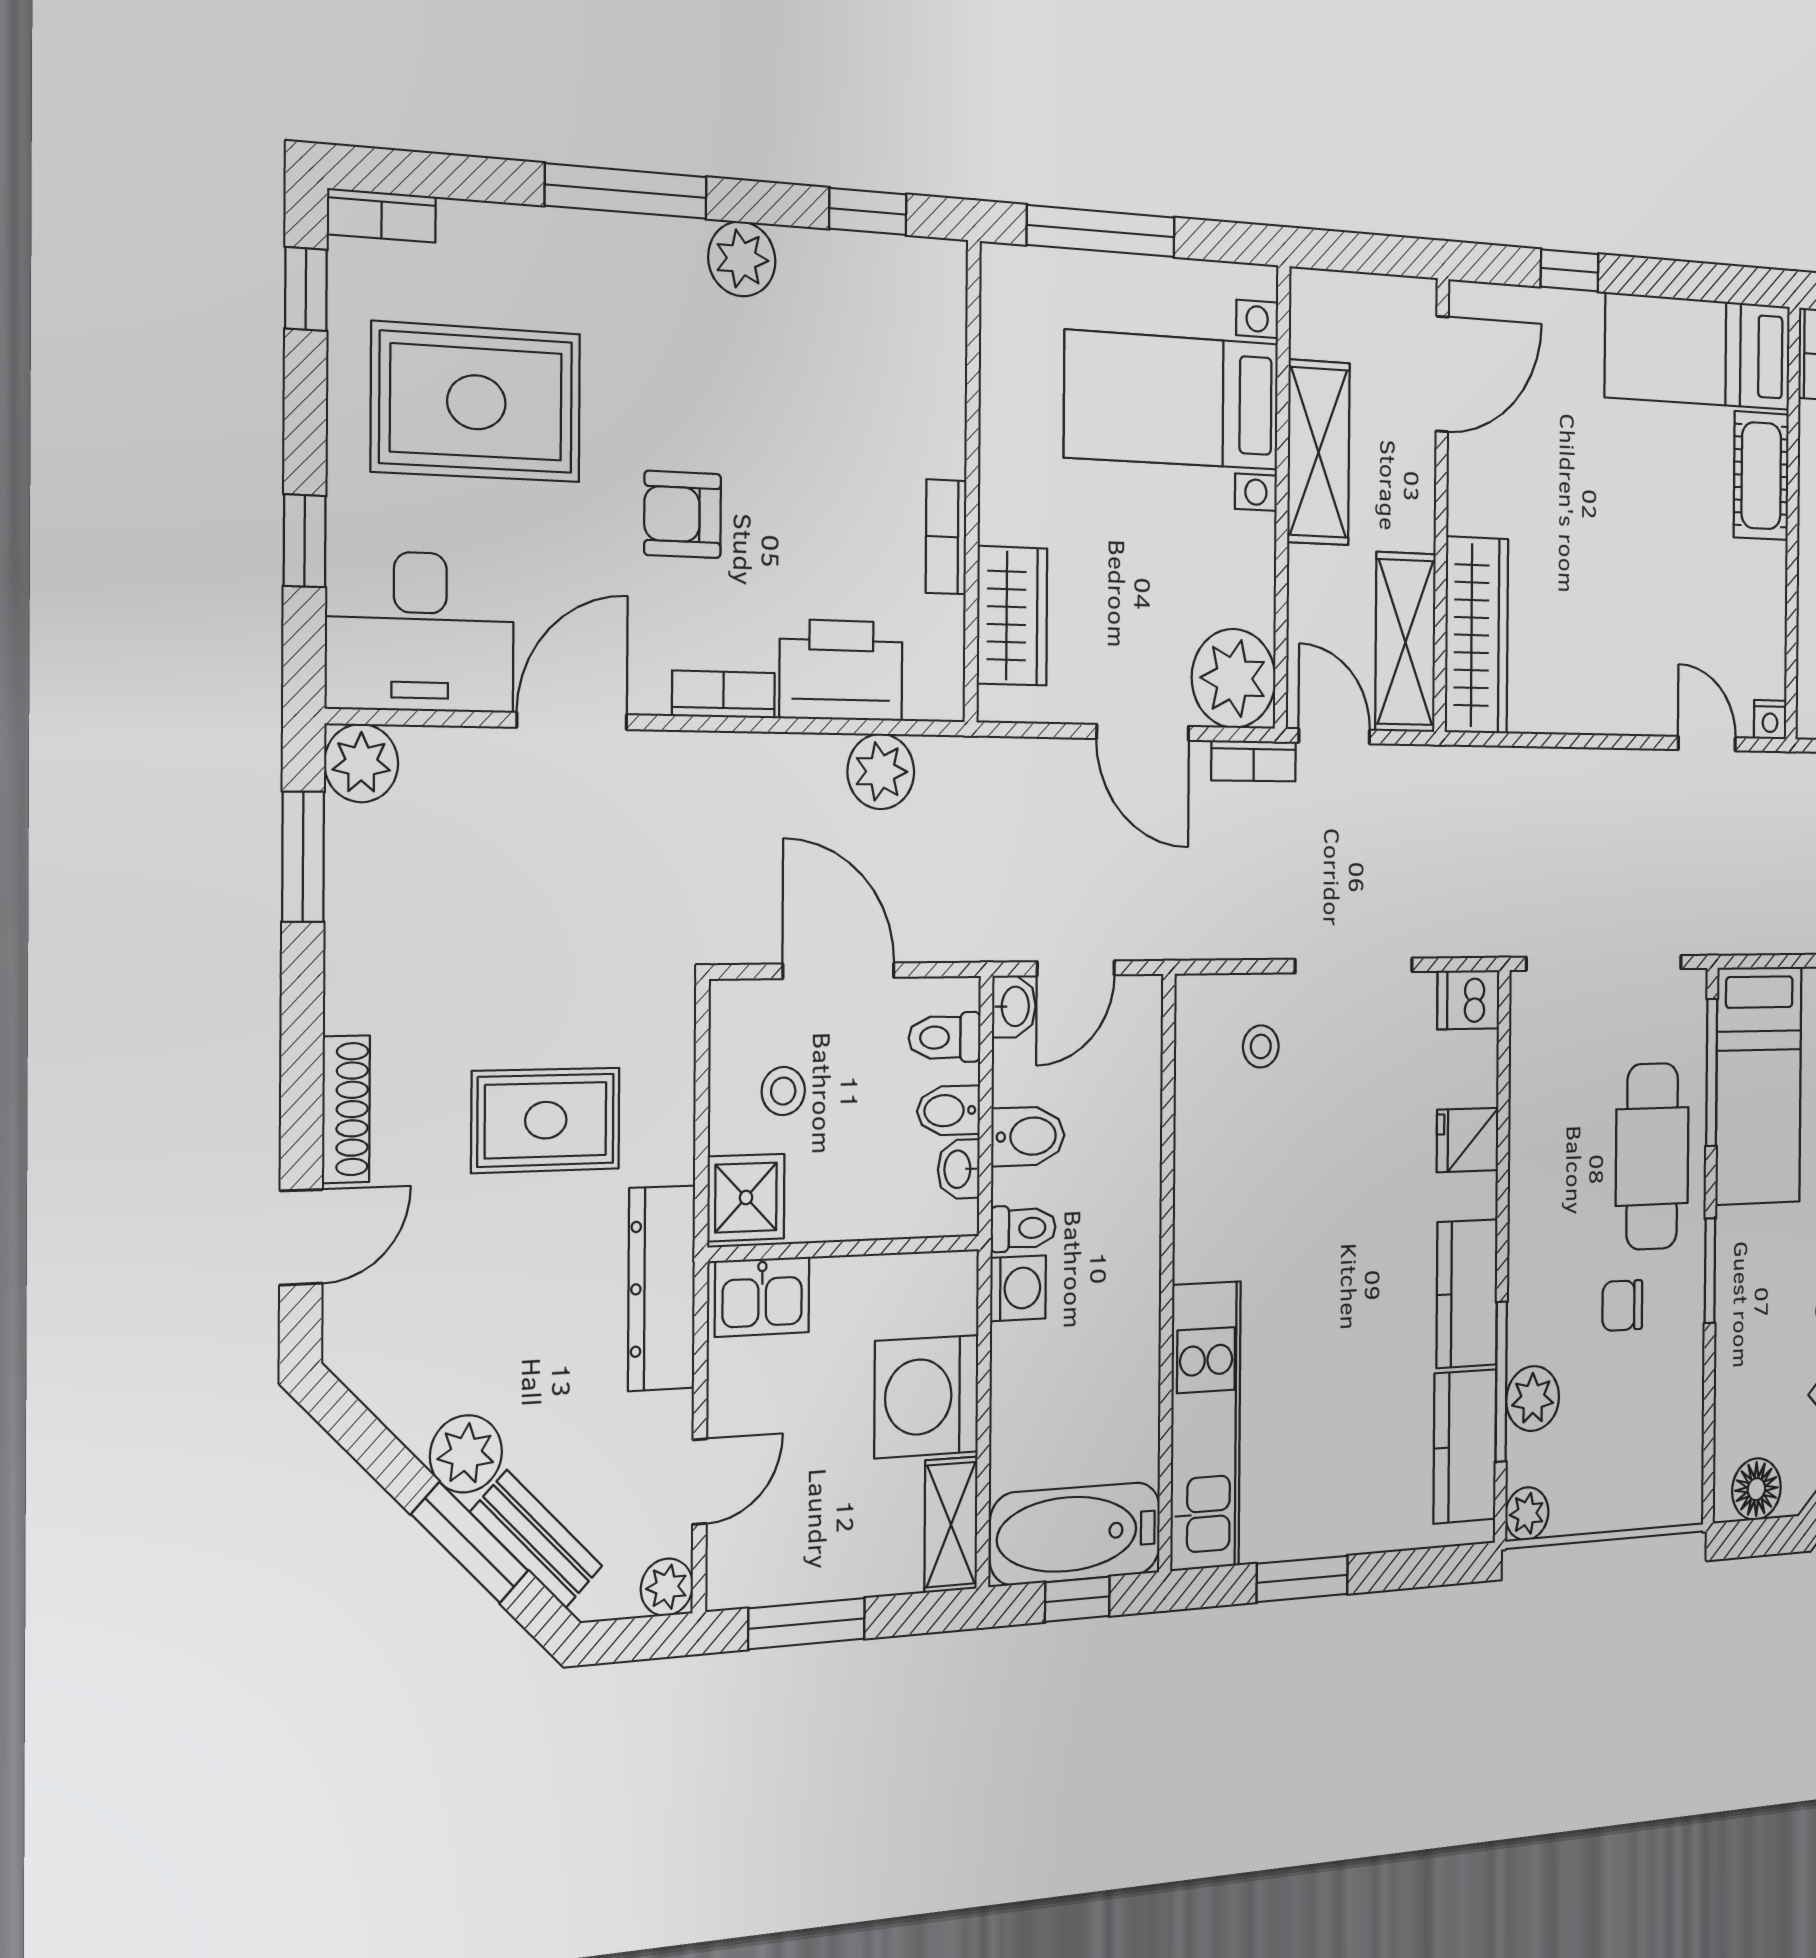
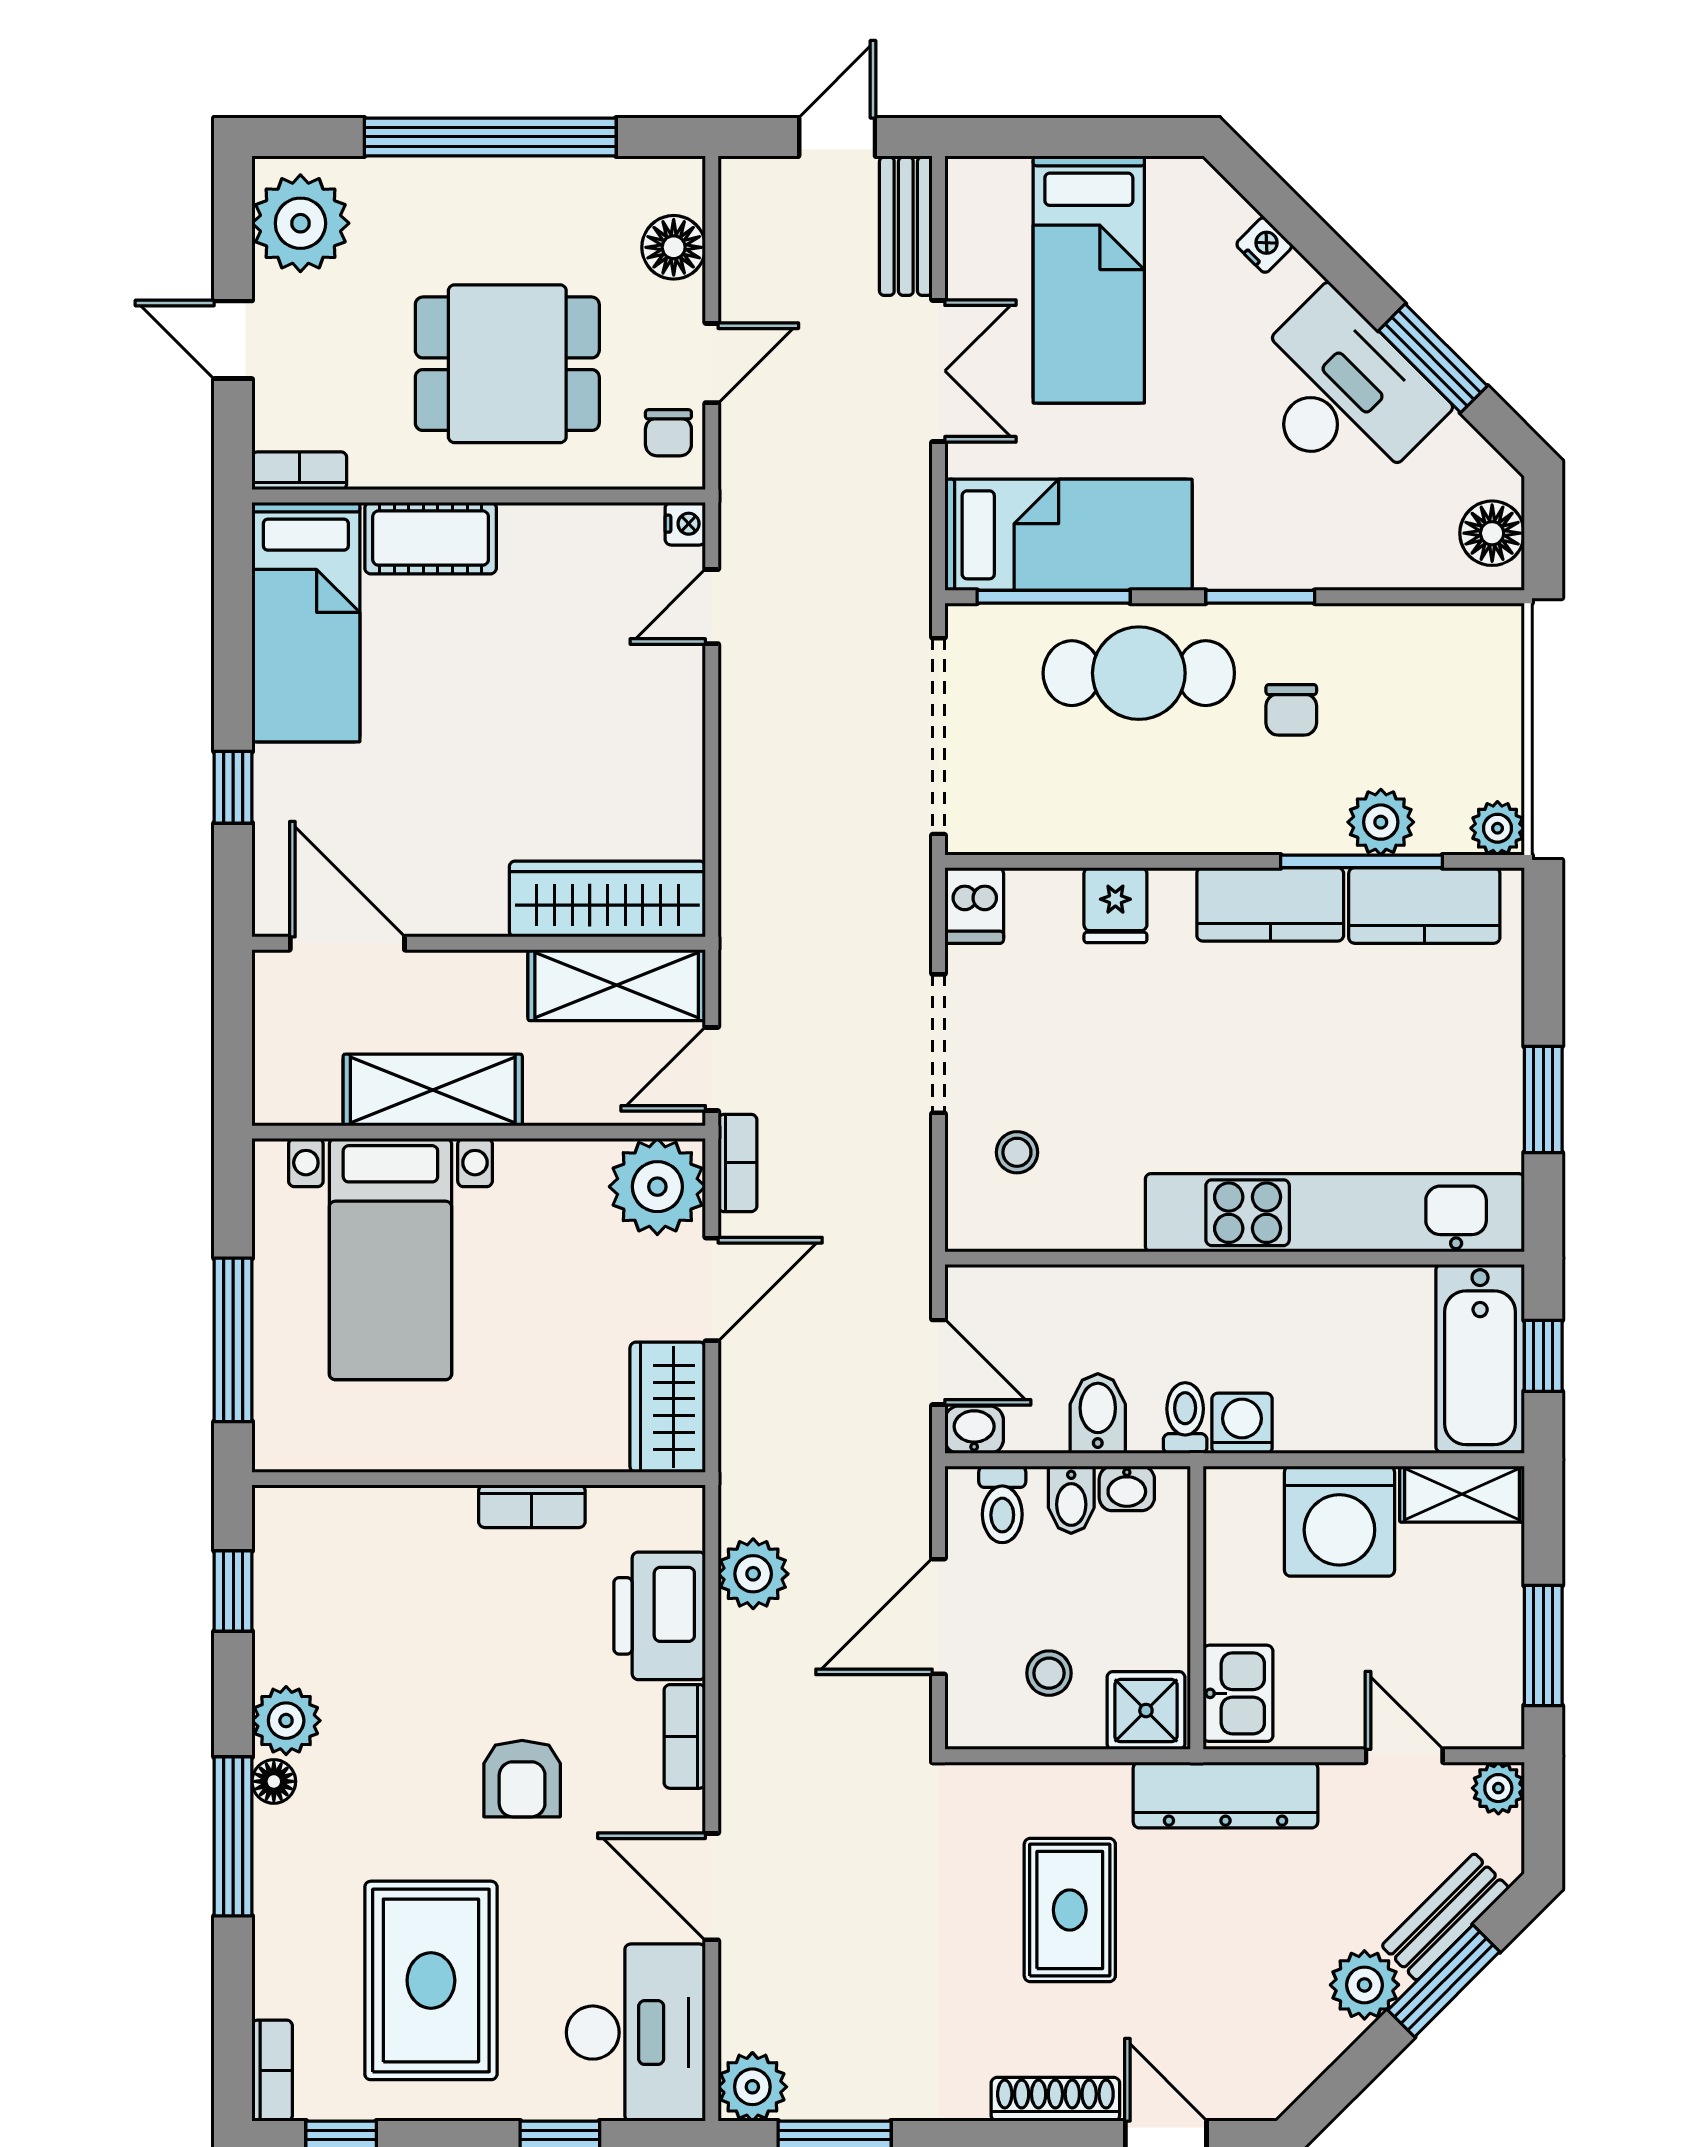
floor lamp: (681, 241) -> (274, 1781), added
wardrobe: (1012, 616) -> (668, 1407), moved, turned -90
kitchen unit: (1206, 1426) -> (1335, 1213), width x1.36

